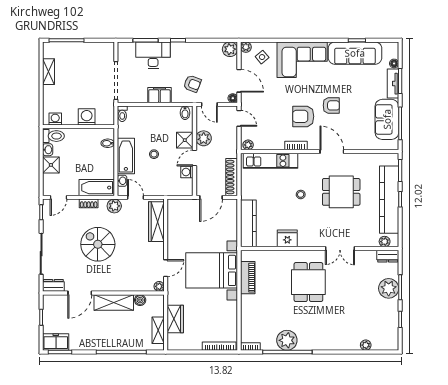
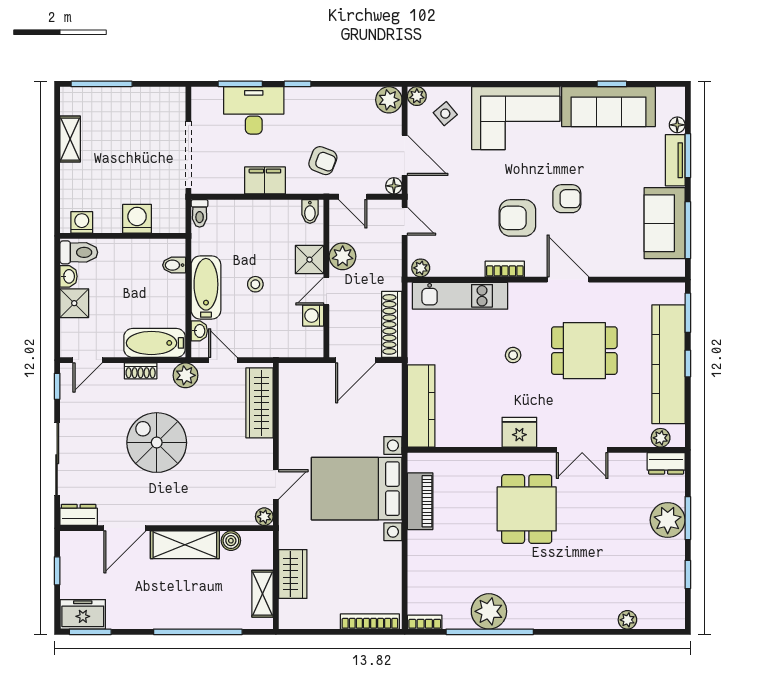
fridge: (287, 238) -> (519, 432), moved

